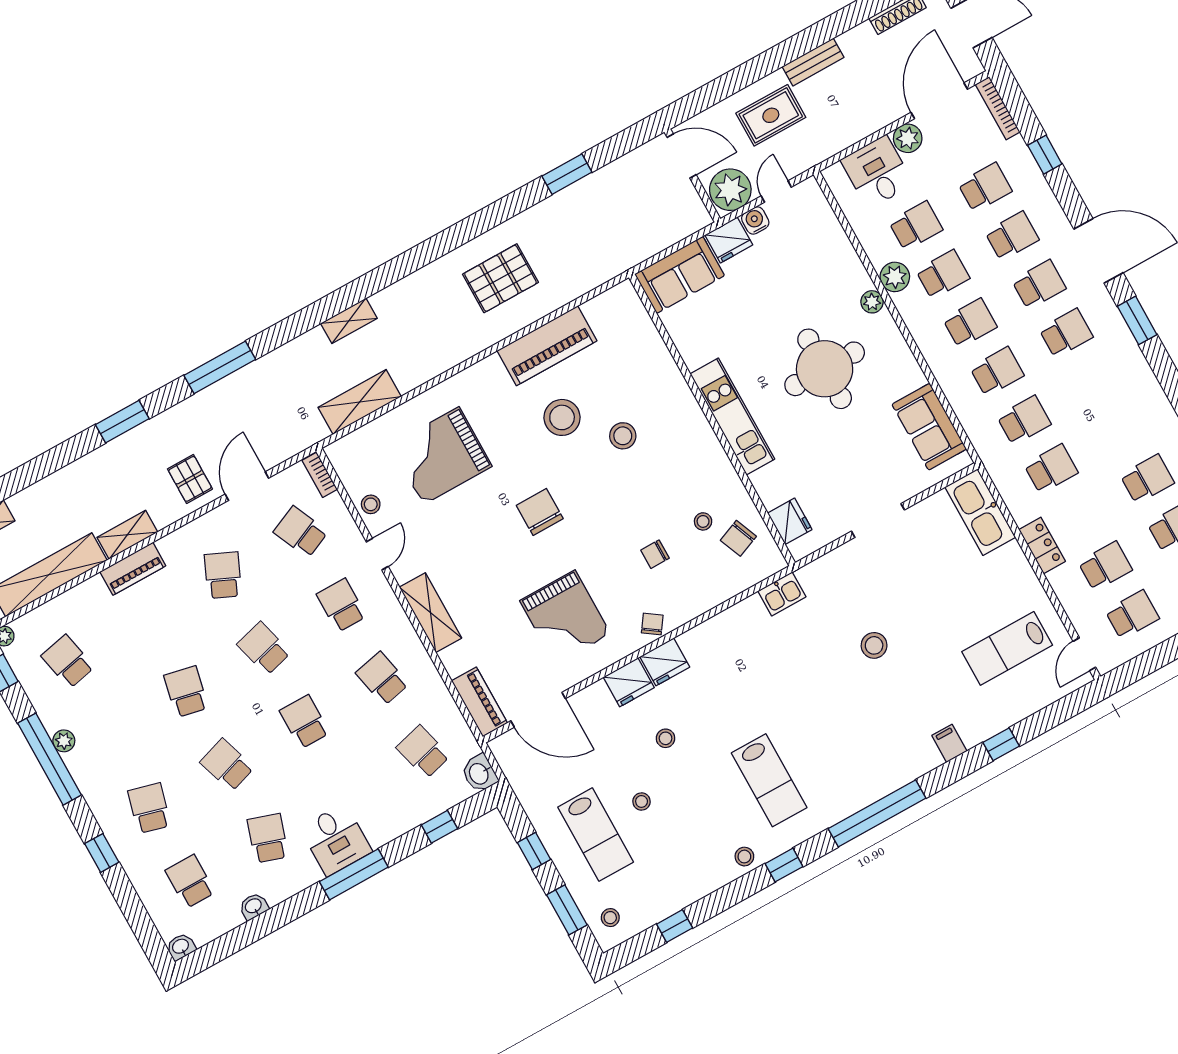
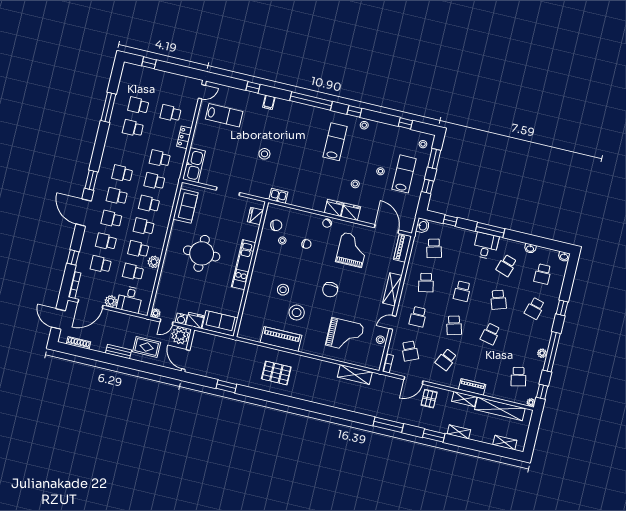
plant: (872, 302) -> (156, 313), moved
shelving: (349, 321) -> (459, 432), moved
school desk: (1132, 615) -> (122, 174), moved

